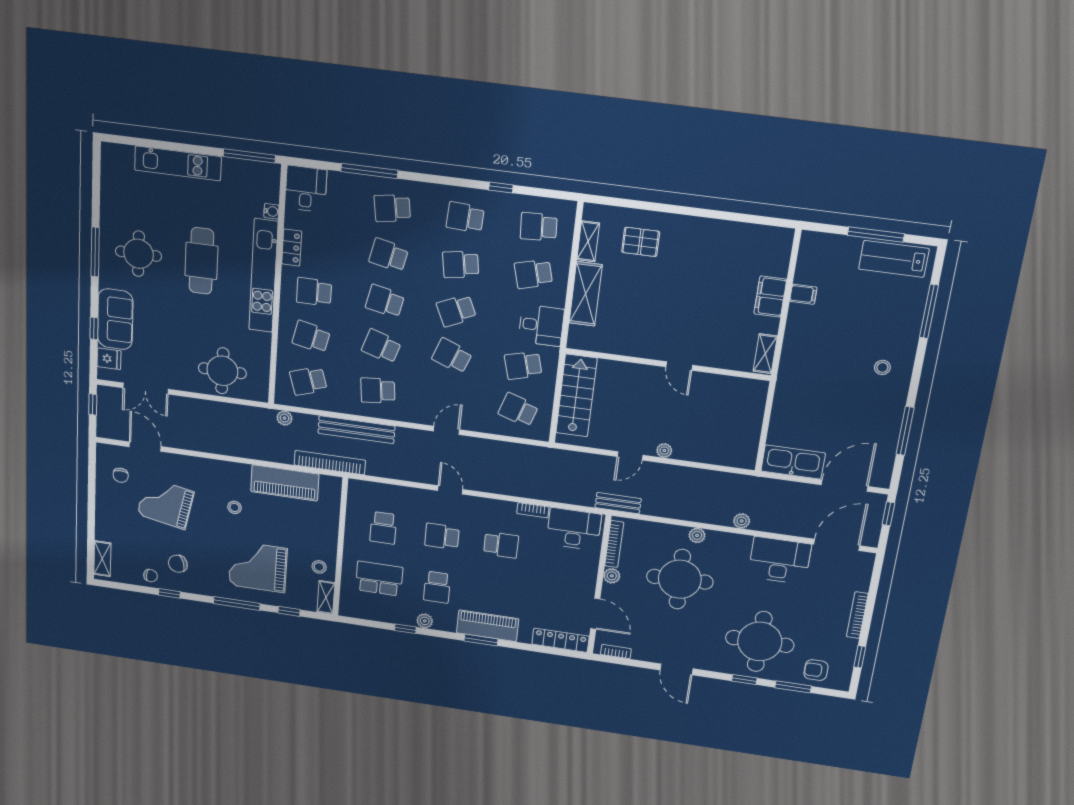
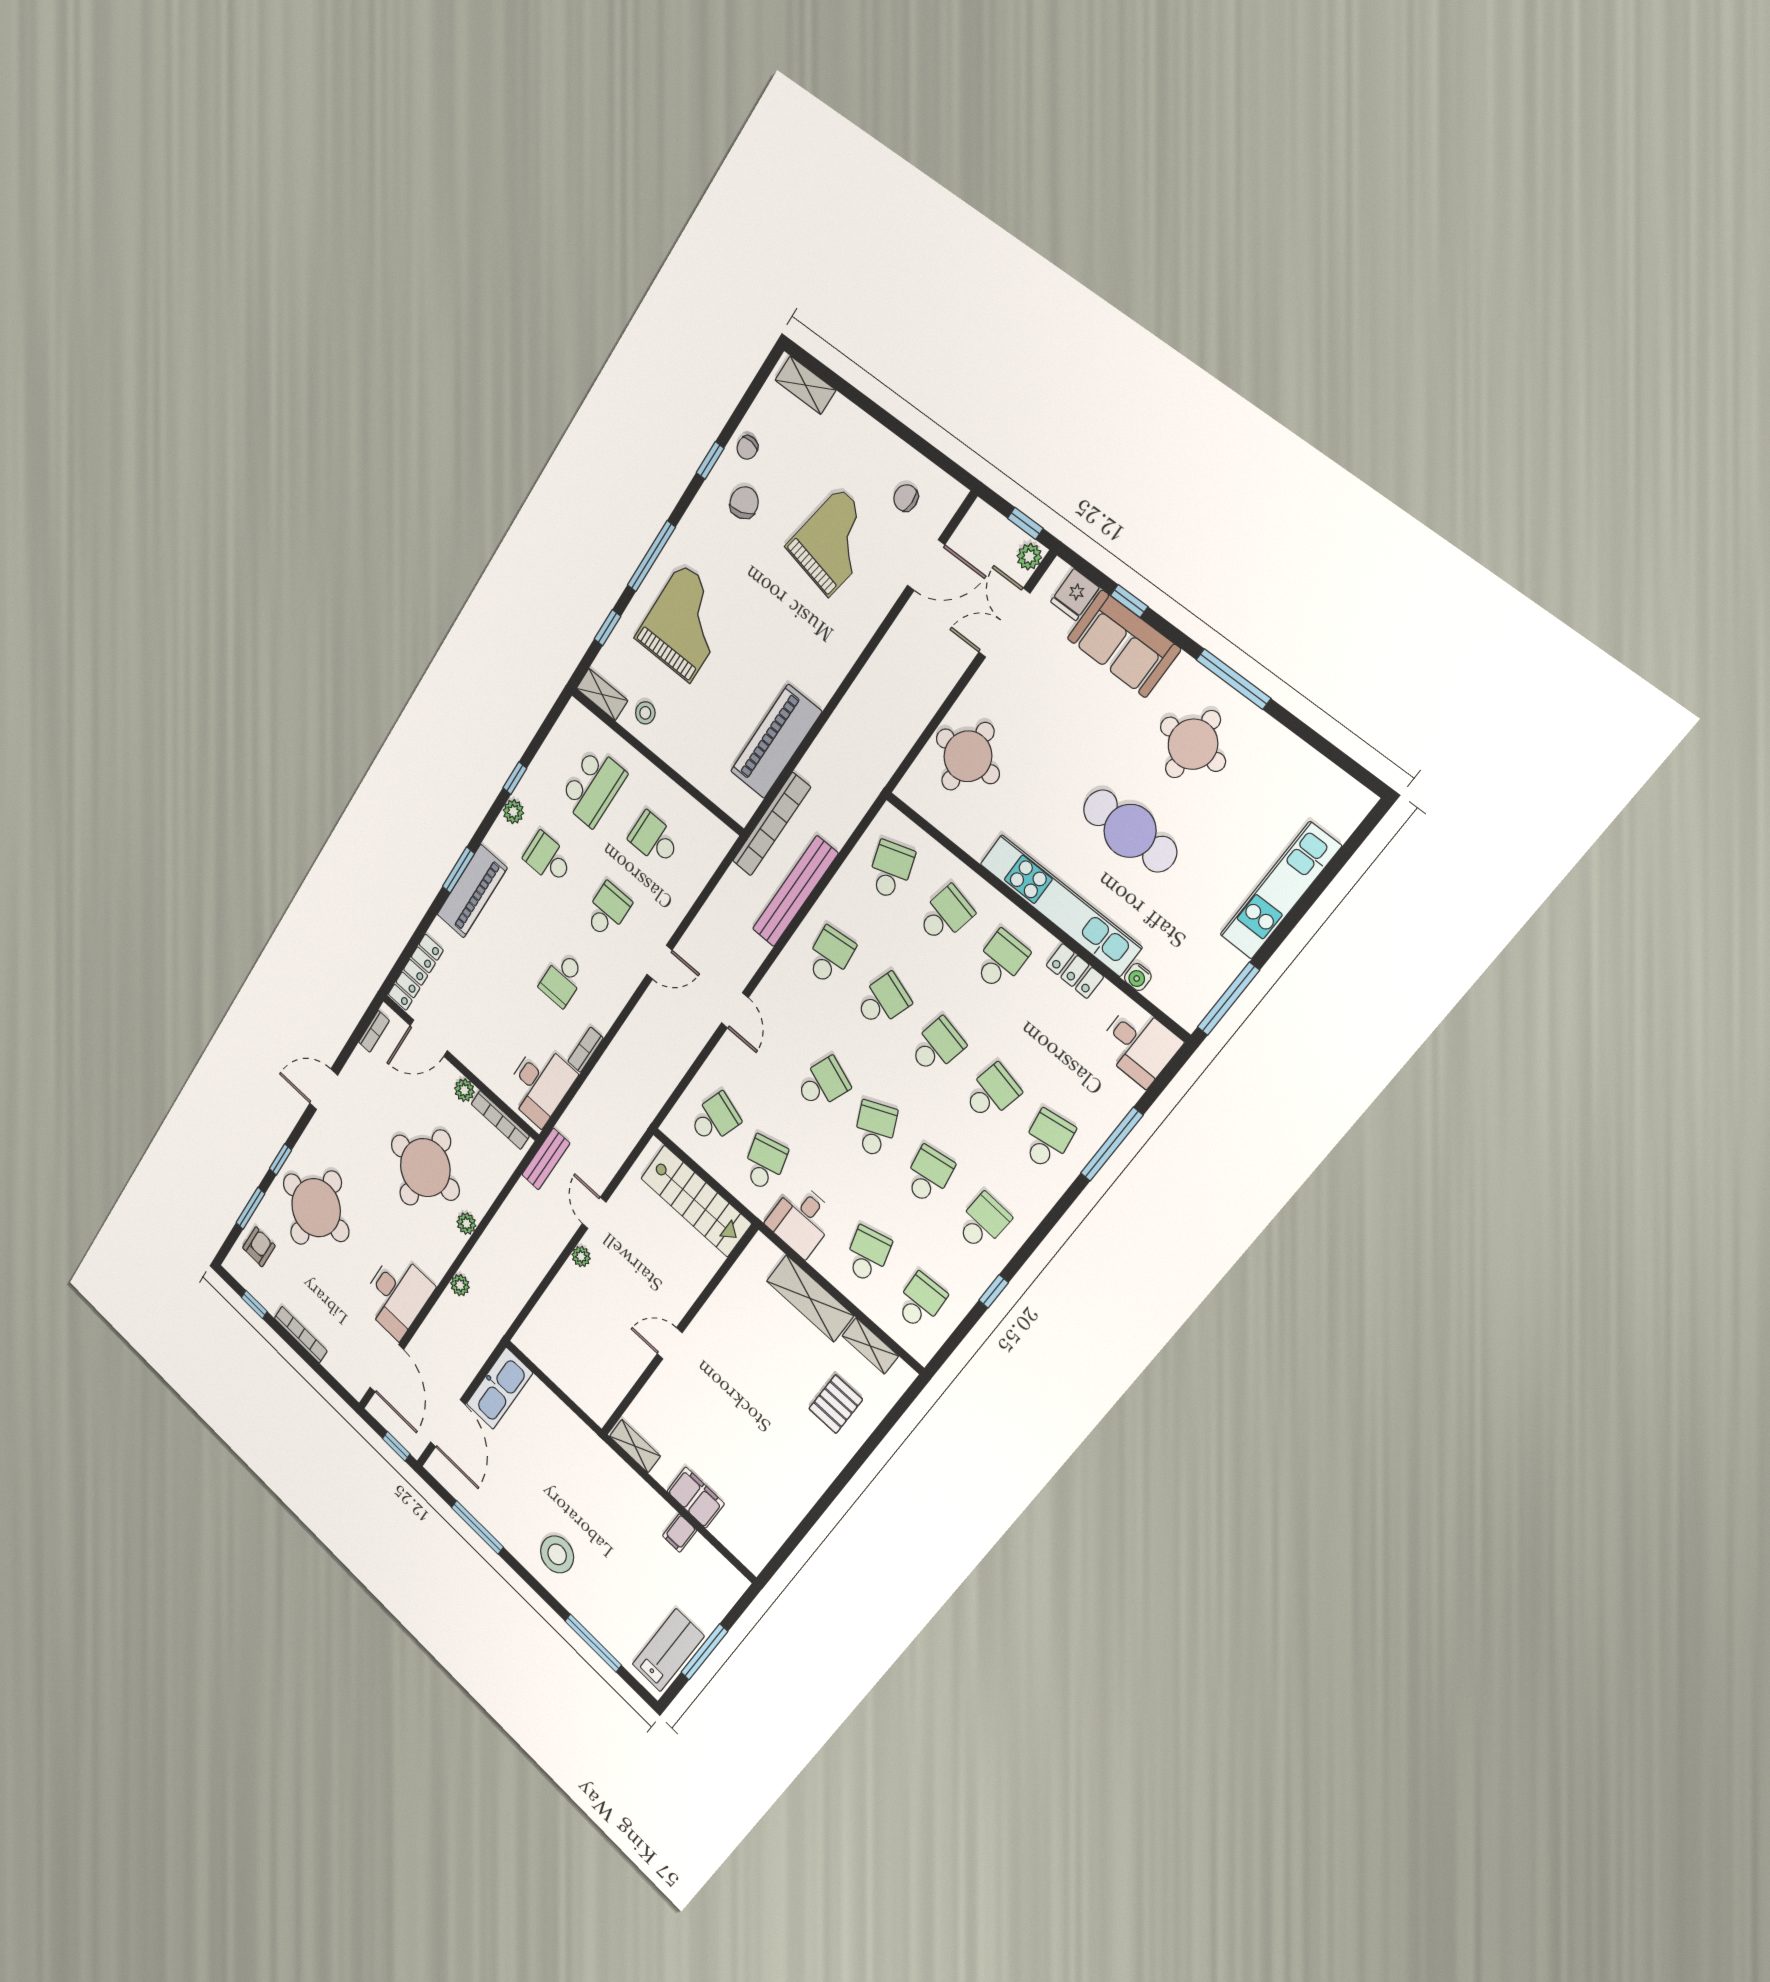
stool: (882, 367) -> (557, 1554), width x1.89, depth x1.89
plant: (285, 418) -> (1029, 557), moved
stool: (234, 507) -> (779, 644), removed

